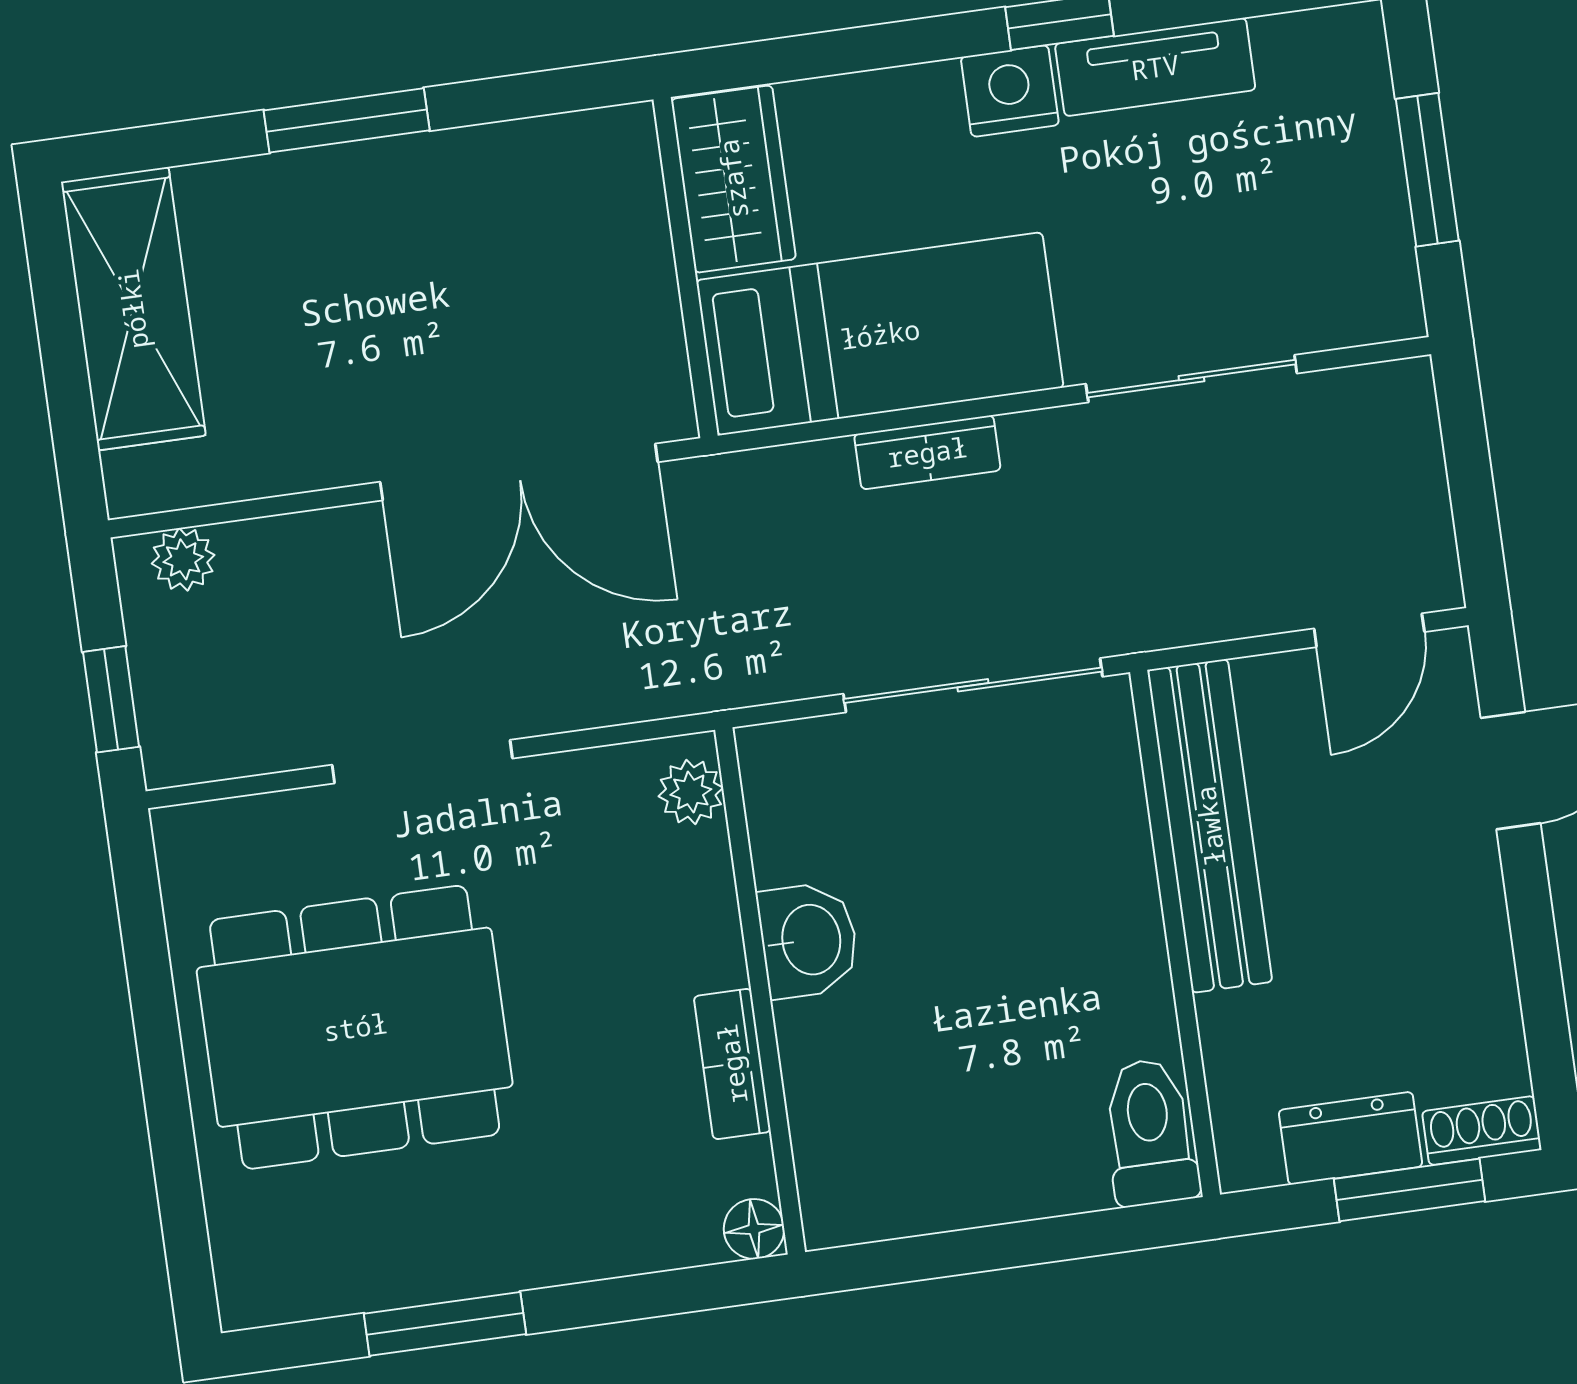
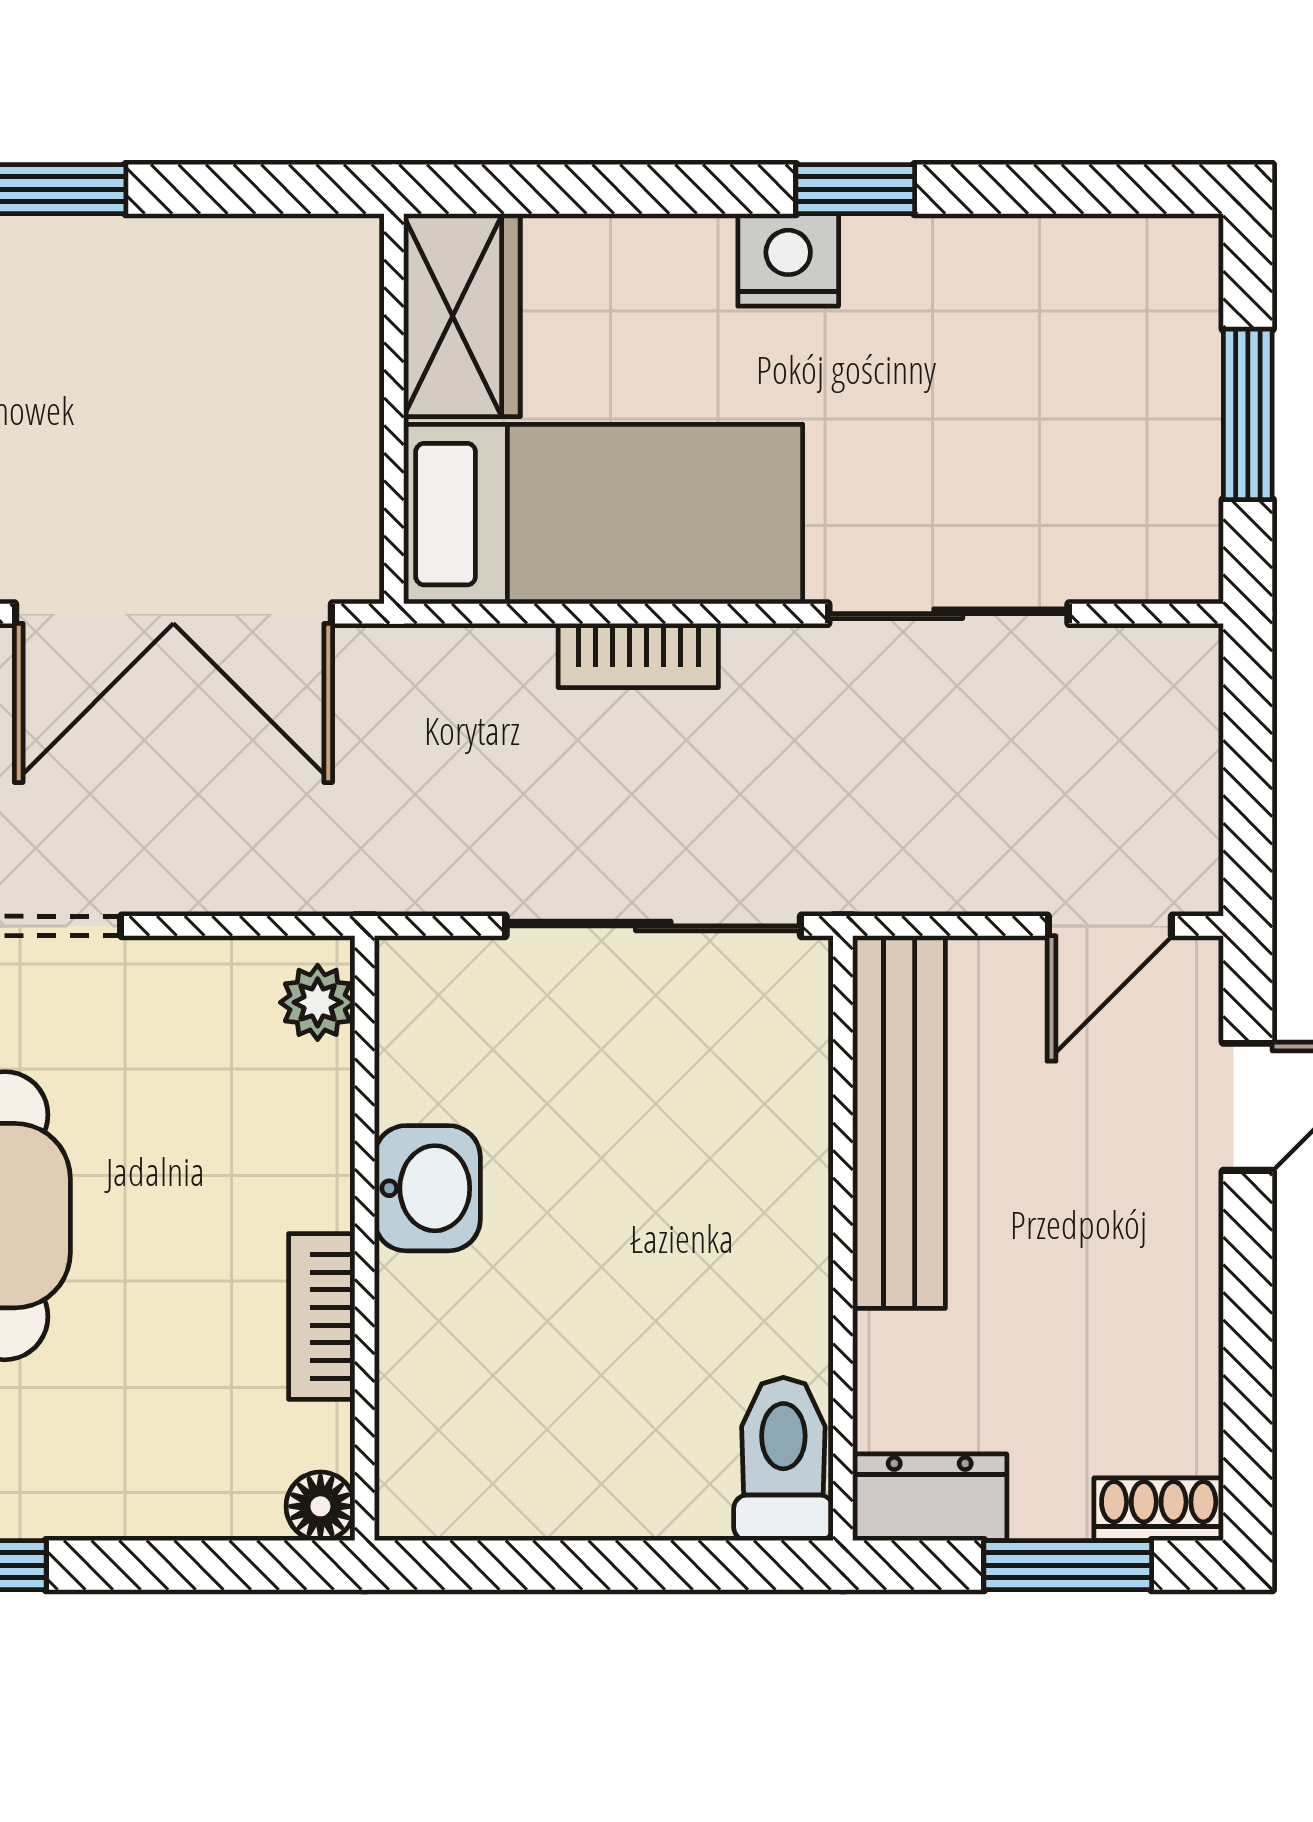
tv unit: (1155, 67) -> (956, 256), removed
dresser: (1350, 1138) -> (930, 1497), moved

